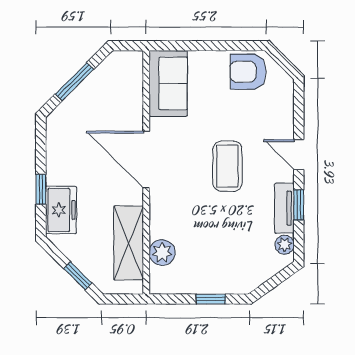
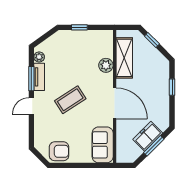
door: (299, 155) -> (31, 106), swing flipped
coffee table: (227, 166) -> (70, 100), turned 57
window: (299, 205) -> (31, 79), width x1.50
freezer: (61, 210) -> (148, 136), moved, turned 45
plant: (162, 253) -> (106, 65), moved

